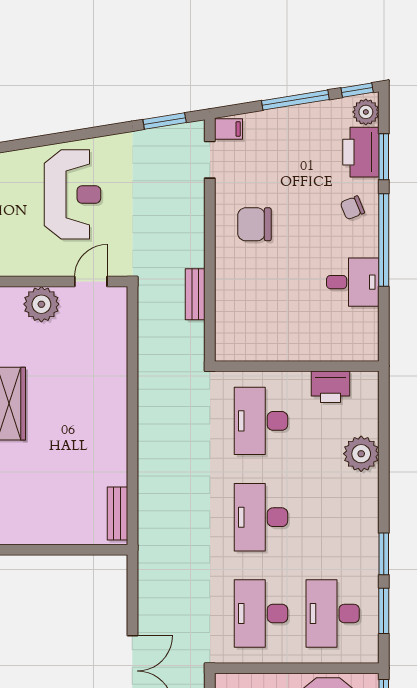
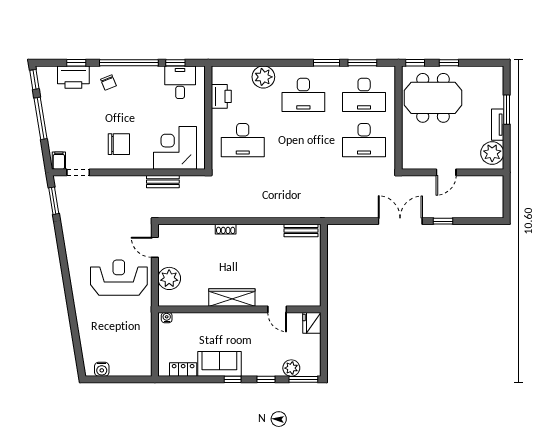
plant: (366, 112) -> (48, 74), removed
window: (384, 157) -> (76, 63), width x0.67
reception desk: (73, 194) -> (119, 278), moved
chair: (254, 224) -> (119, 144), turned -90
desk: (353, 282) -> (180, 82), moved
corner desk: (249, 313) -> (175, 148), added
window: (384, 314) -> (175, 63), added
shoe rack: (120, 394) -> (226, 229), added
desk: (261, 517) -> (303, 95), moved

